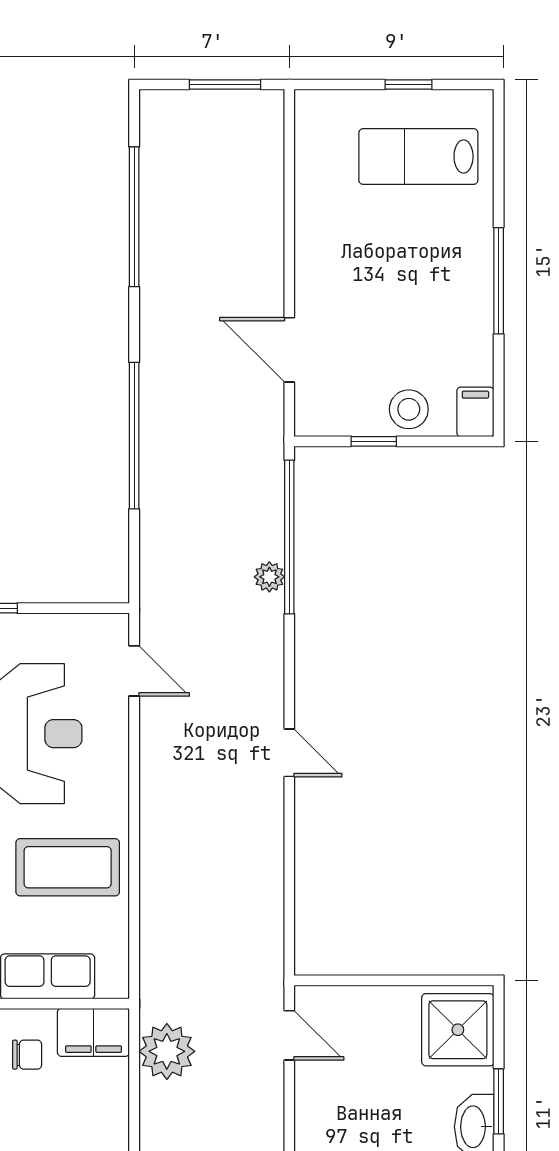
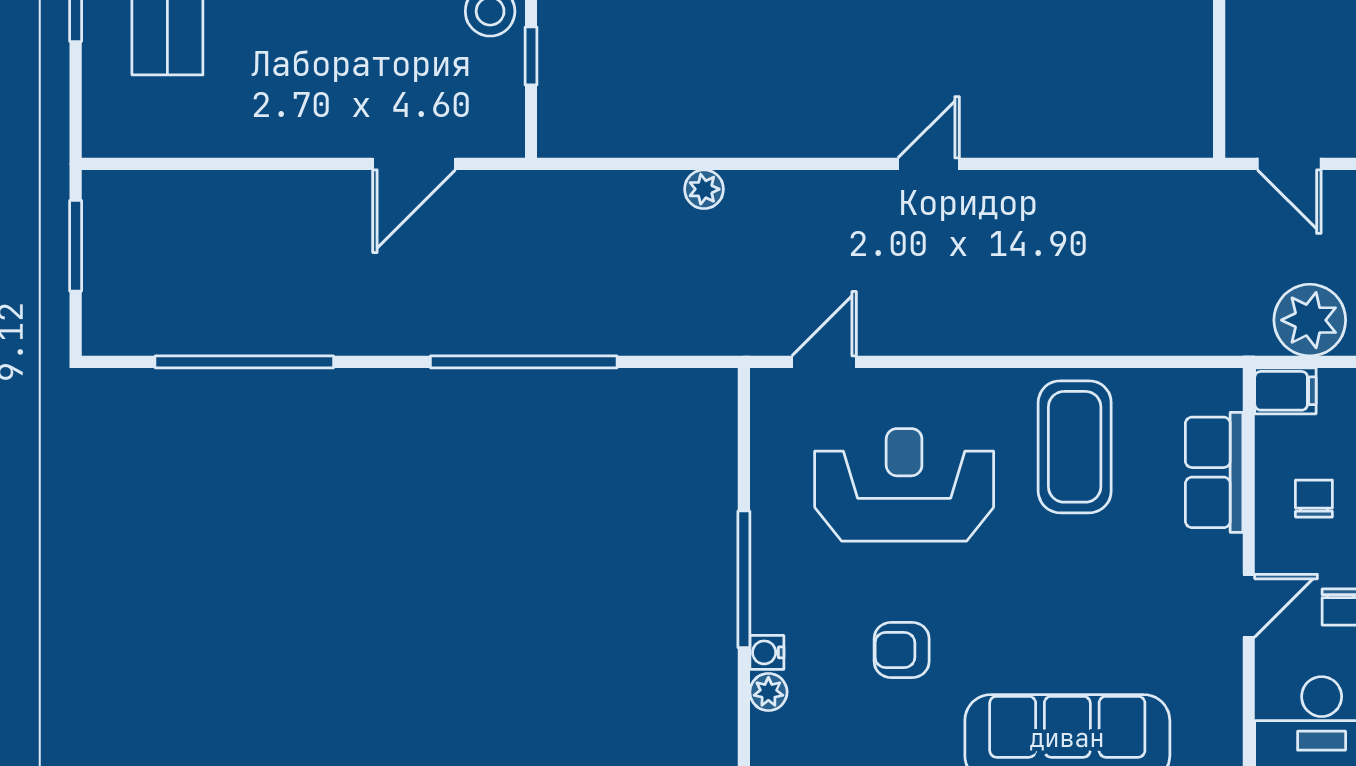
window: (289, 537) -> (653, 164), removed
filing cabinet: (93, 1032) -> (1285, 391), width x0.50
door: (289, 1035) -> (1289, 164), swing flipped

